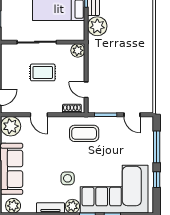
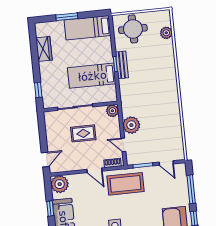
plant: (97, 26) -> (131, 125), moved
door: (39, 115) -> (94, 170), moved
coffee table: (84, 133) -> (125, 184), width x1.36, depth x1.32

